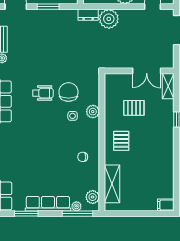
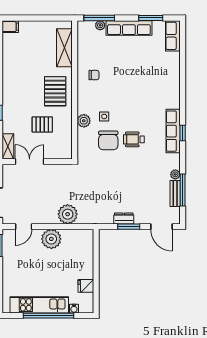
dresser: (88, 15) -> (124, 218), moved
pallet: (121, 141) -> (55, 91), width x1.50, depth x1.42
plant: (93, 197) -> (84, 35), removed

